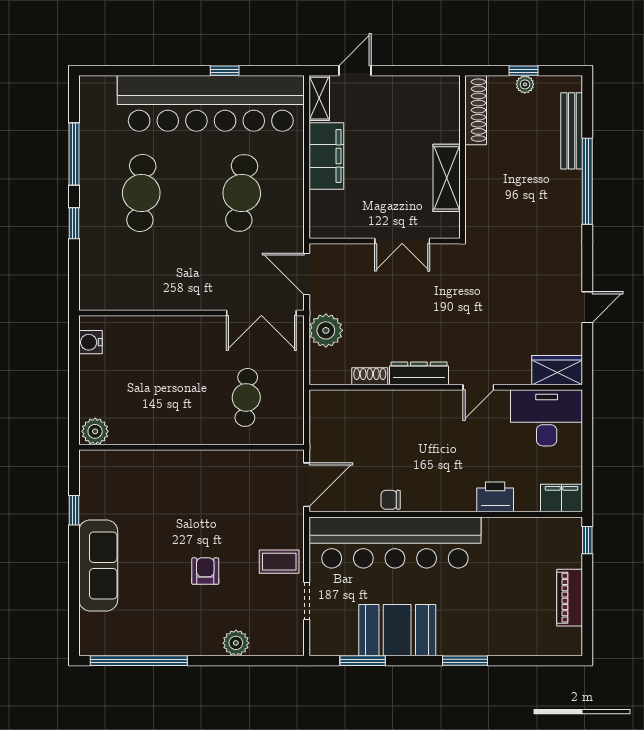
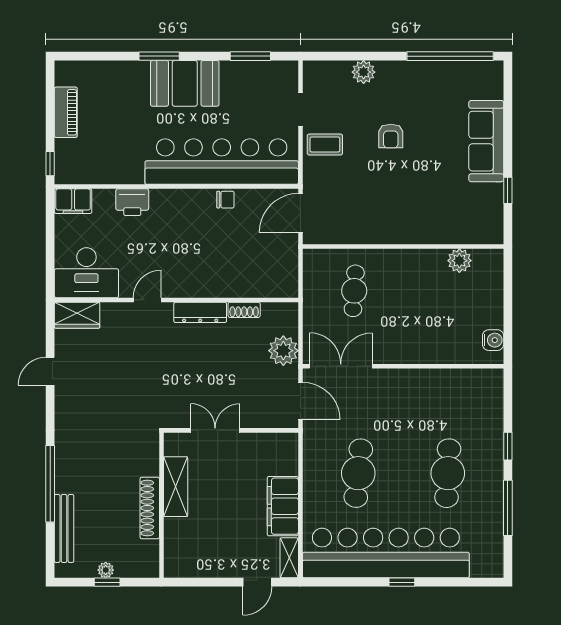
window: (225, 71) -> (402, 582), moved
shoe rack: (476, 110) -> (150, 508), moved
plant: (95, 431) -> (459, 261), moved
booth: (397, 630) -> (185, 83), moved

